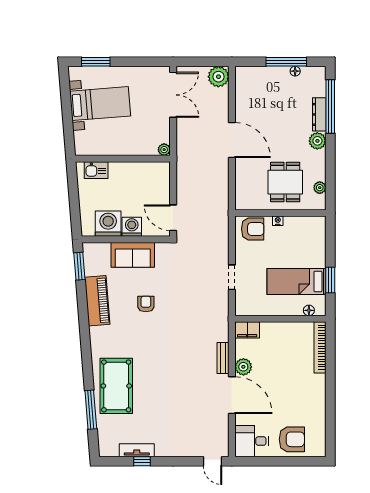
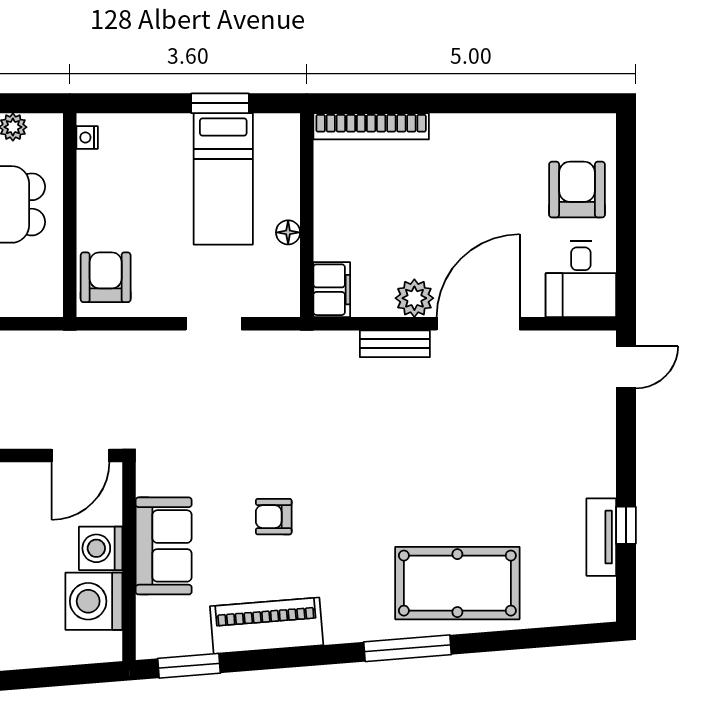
nightstand: (278, 221) -> (87, 137), moved
floor lamp: (309, 310) -> (288, 232), moved
window: (91, 410) -> (407, 648), moved

